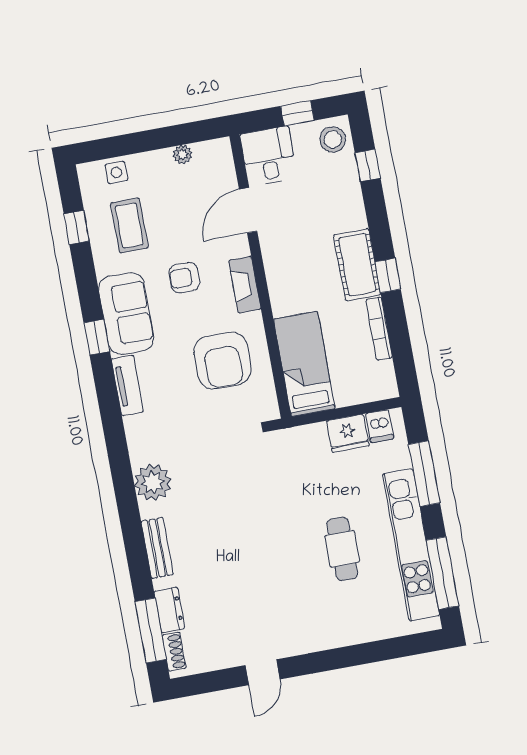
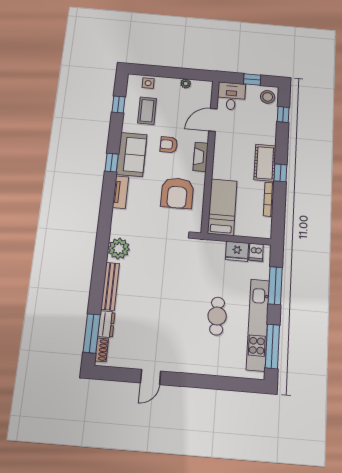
bench: (157, 548) -> (110, 286), width x1.36

